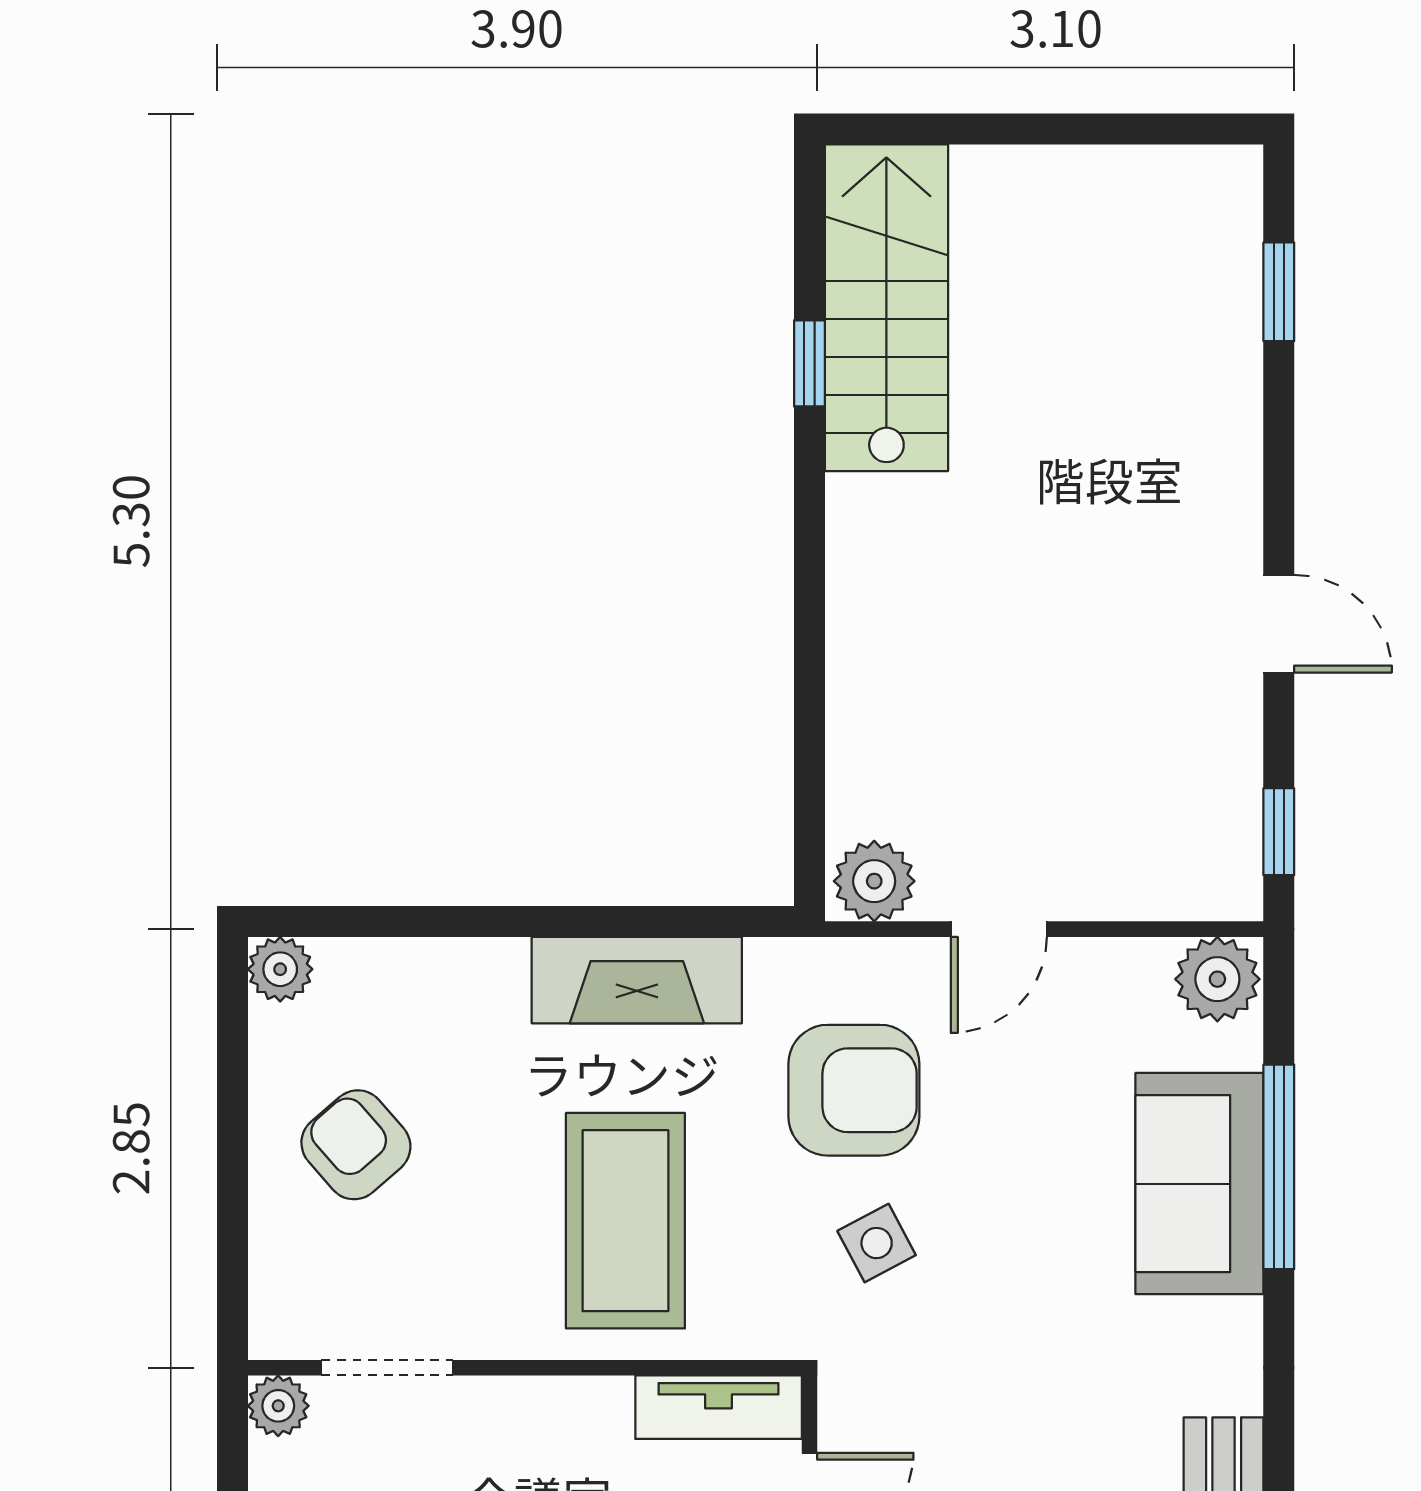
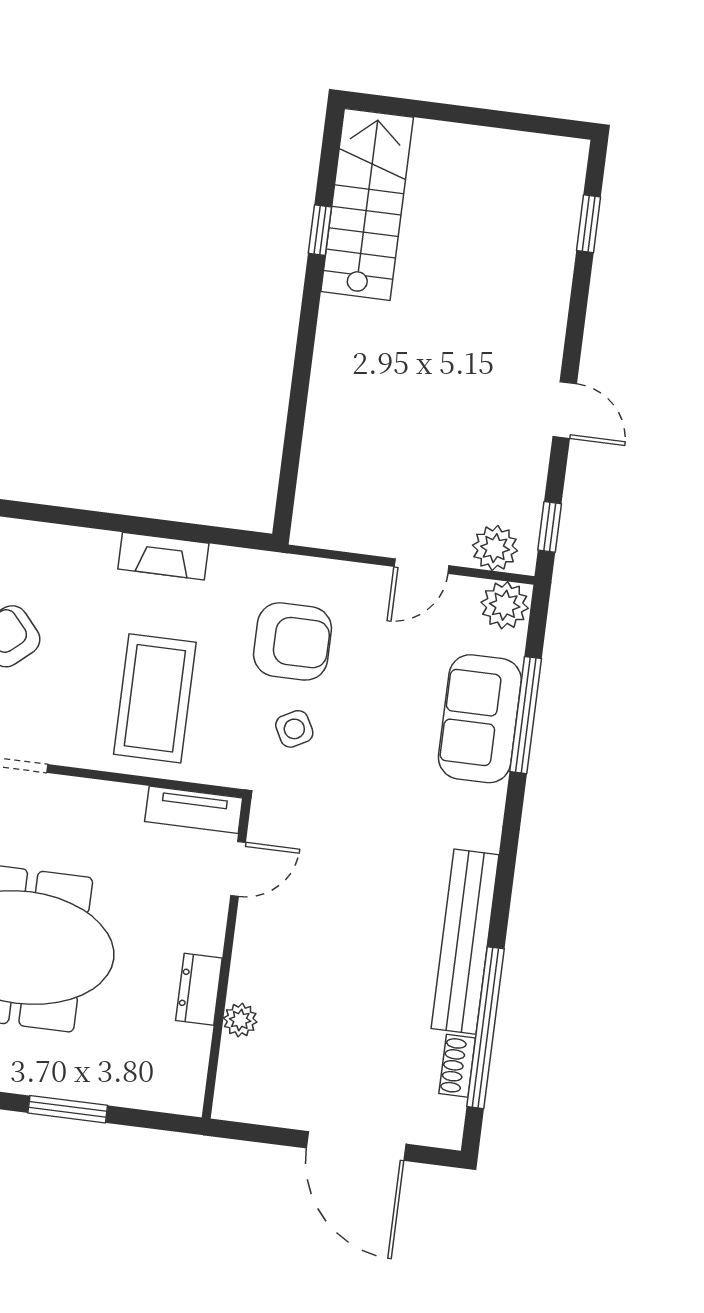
plant: (874, 881) -> (495, 548), moved
door: (999, 929) -> (421, 566), moved
fireplace: (637, 980) -> (163, 556), width x0.73, depth x0.76

